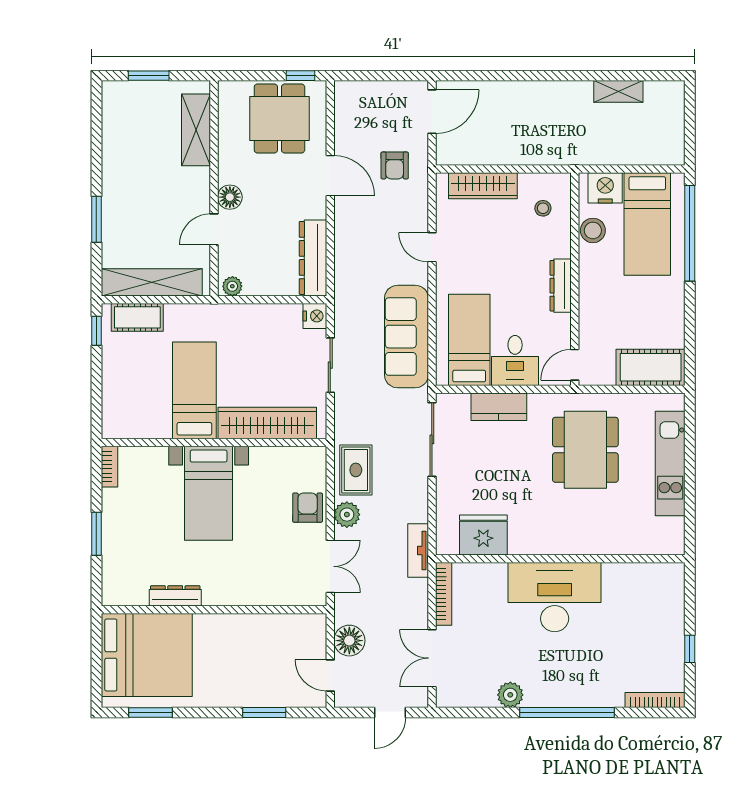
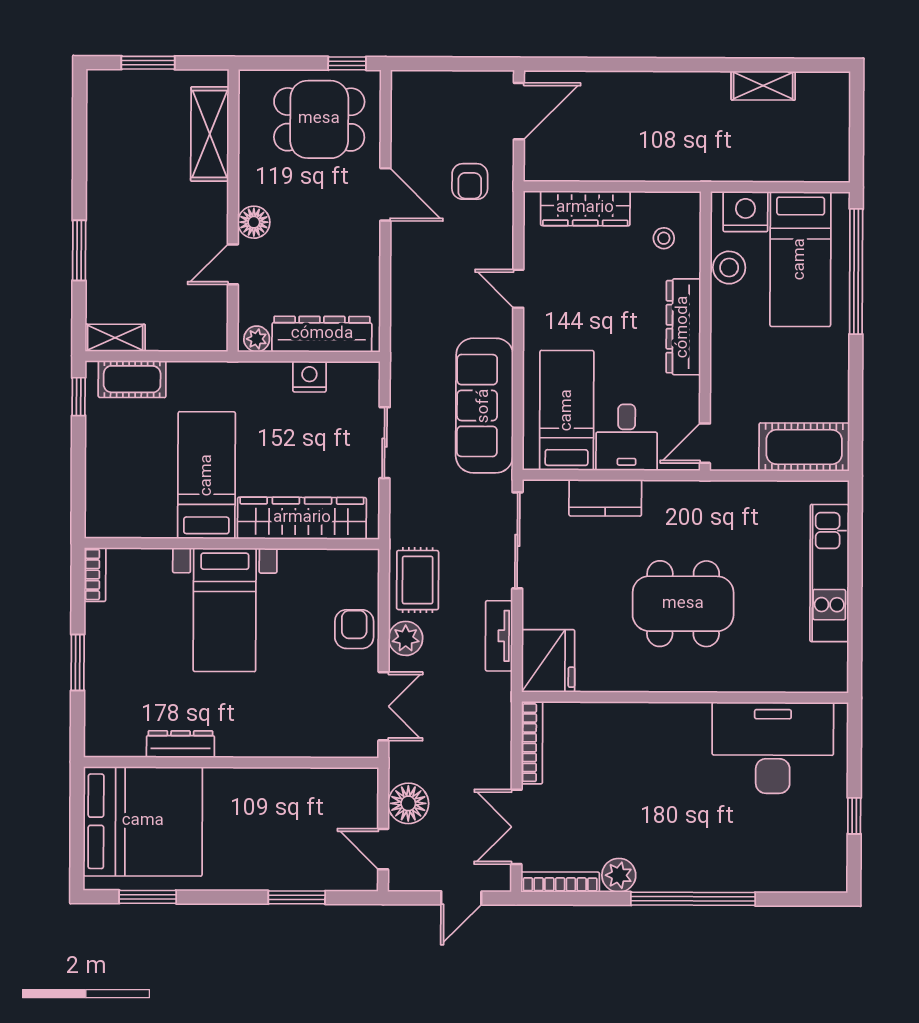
dining table: (279, 119) -> (319, 119), turned 90
dresser: (313, 258) -> (322, 334), moved, turned 90
shelving: (152, 282) -> (115, 338), width x0.45, depth x0.75
dresser: (561, 286) -> (683, 327), width x1.37, depth x1.24
nightstand: (315, 316) -> (309, 377), moved, turned -90
dining table: (585, 450) -> (683, 604), moved, turned 90
fridge: (483, 535) -> (548, 661), moved, turned 90
tv unit: (418, 550) -> (499, 636), moved
desk: (555, 597) -> (773, 748), moved
bookcase: (655, 700) -> (560, 882), moved

